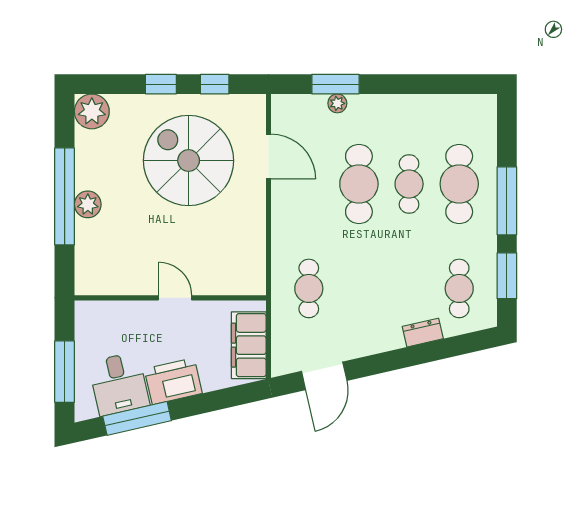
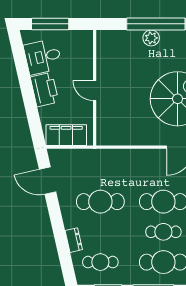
cafe table: (309, 288) -> (100, 202), moved, width x1.37, depth x1.35
door: (175, 298) -> (95, 91), swing flipped
window: (137, 418) -> (22, 68), removed

